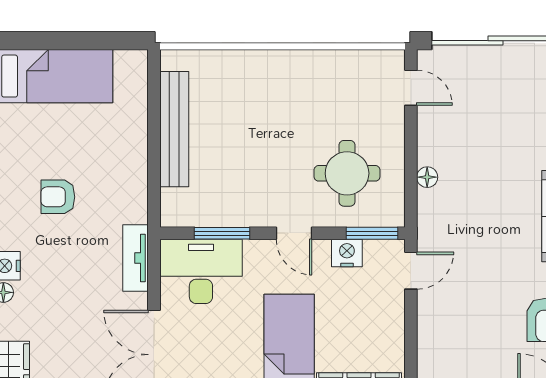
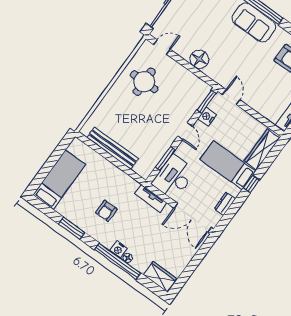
round table: (347, 173) -> (144, 82), moved
floor lamp: (427, 177) -> (199, 59), width x1.89, depth x1.89
door: (294, 233) -> (185, 131), hinge flipped

